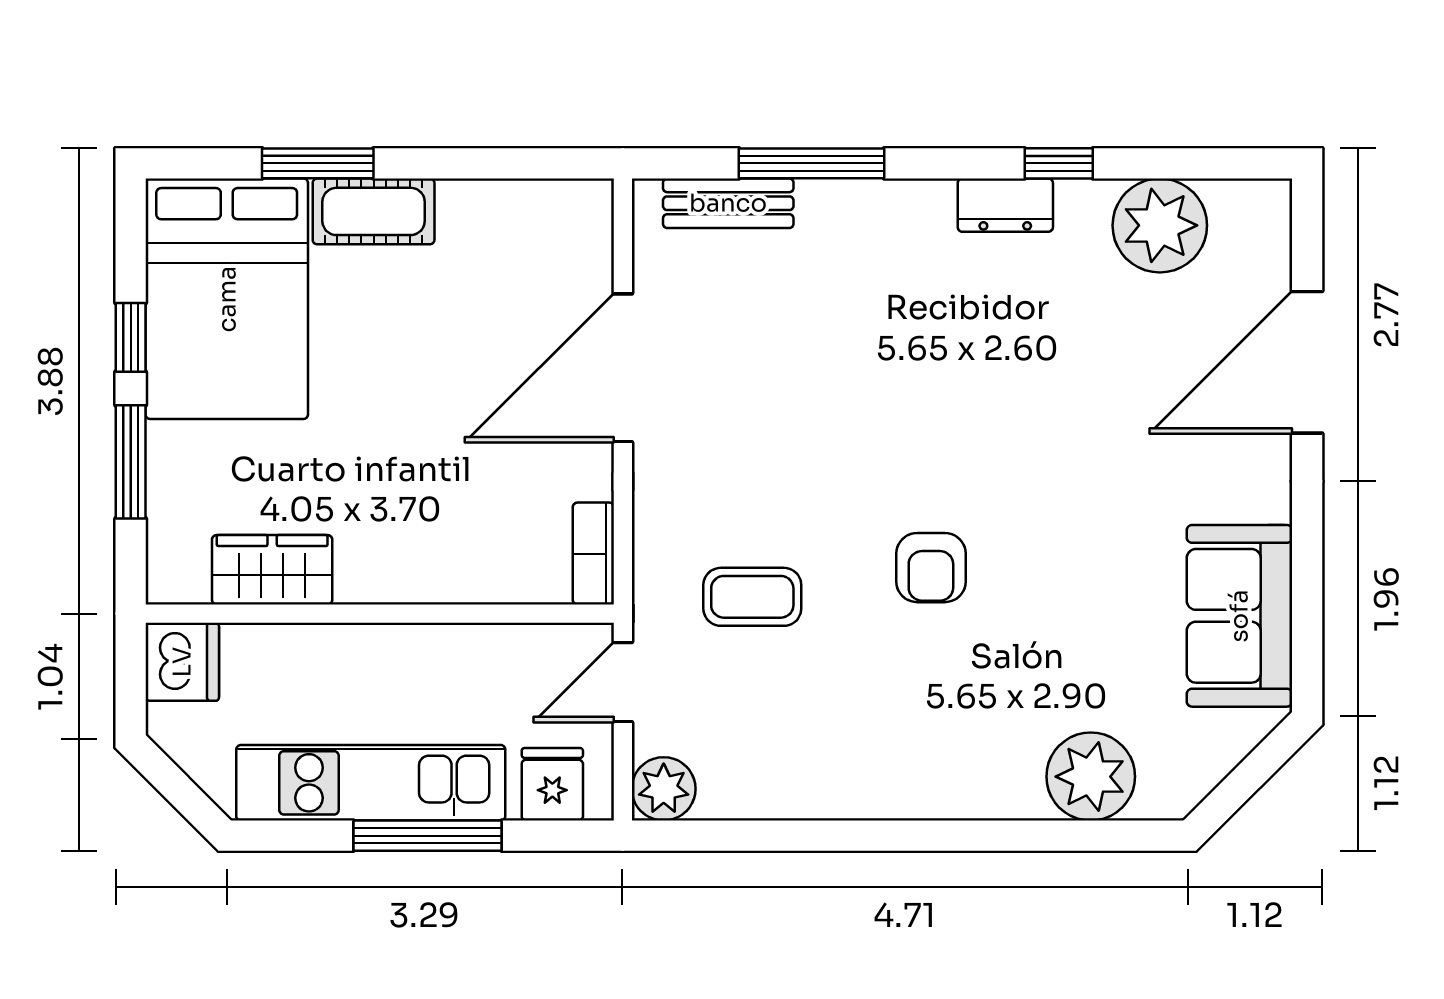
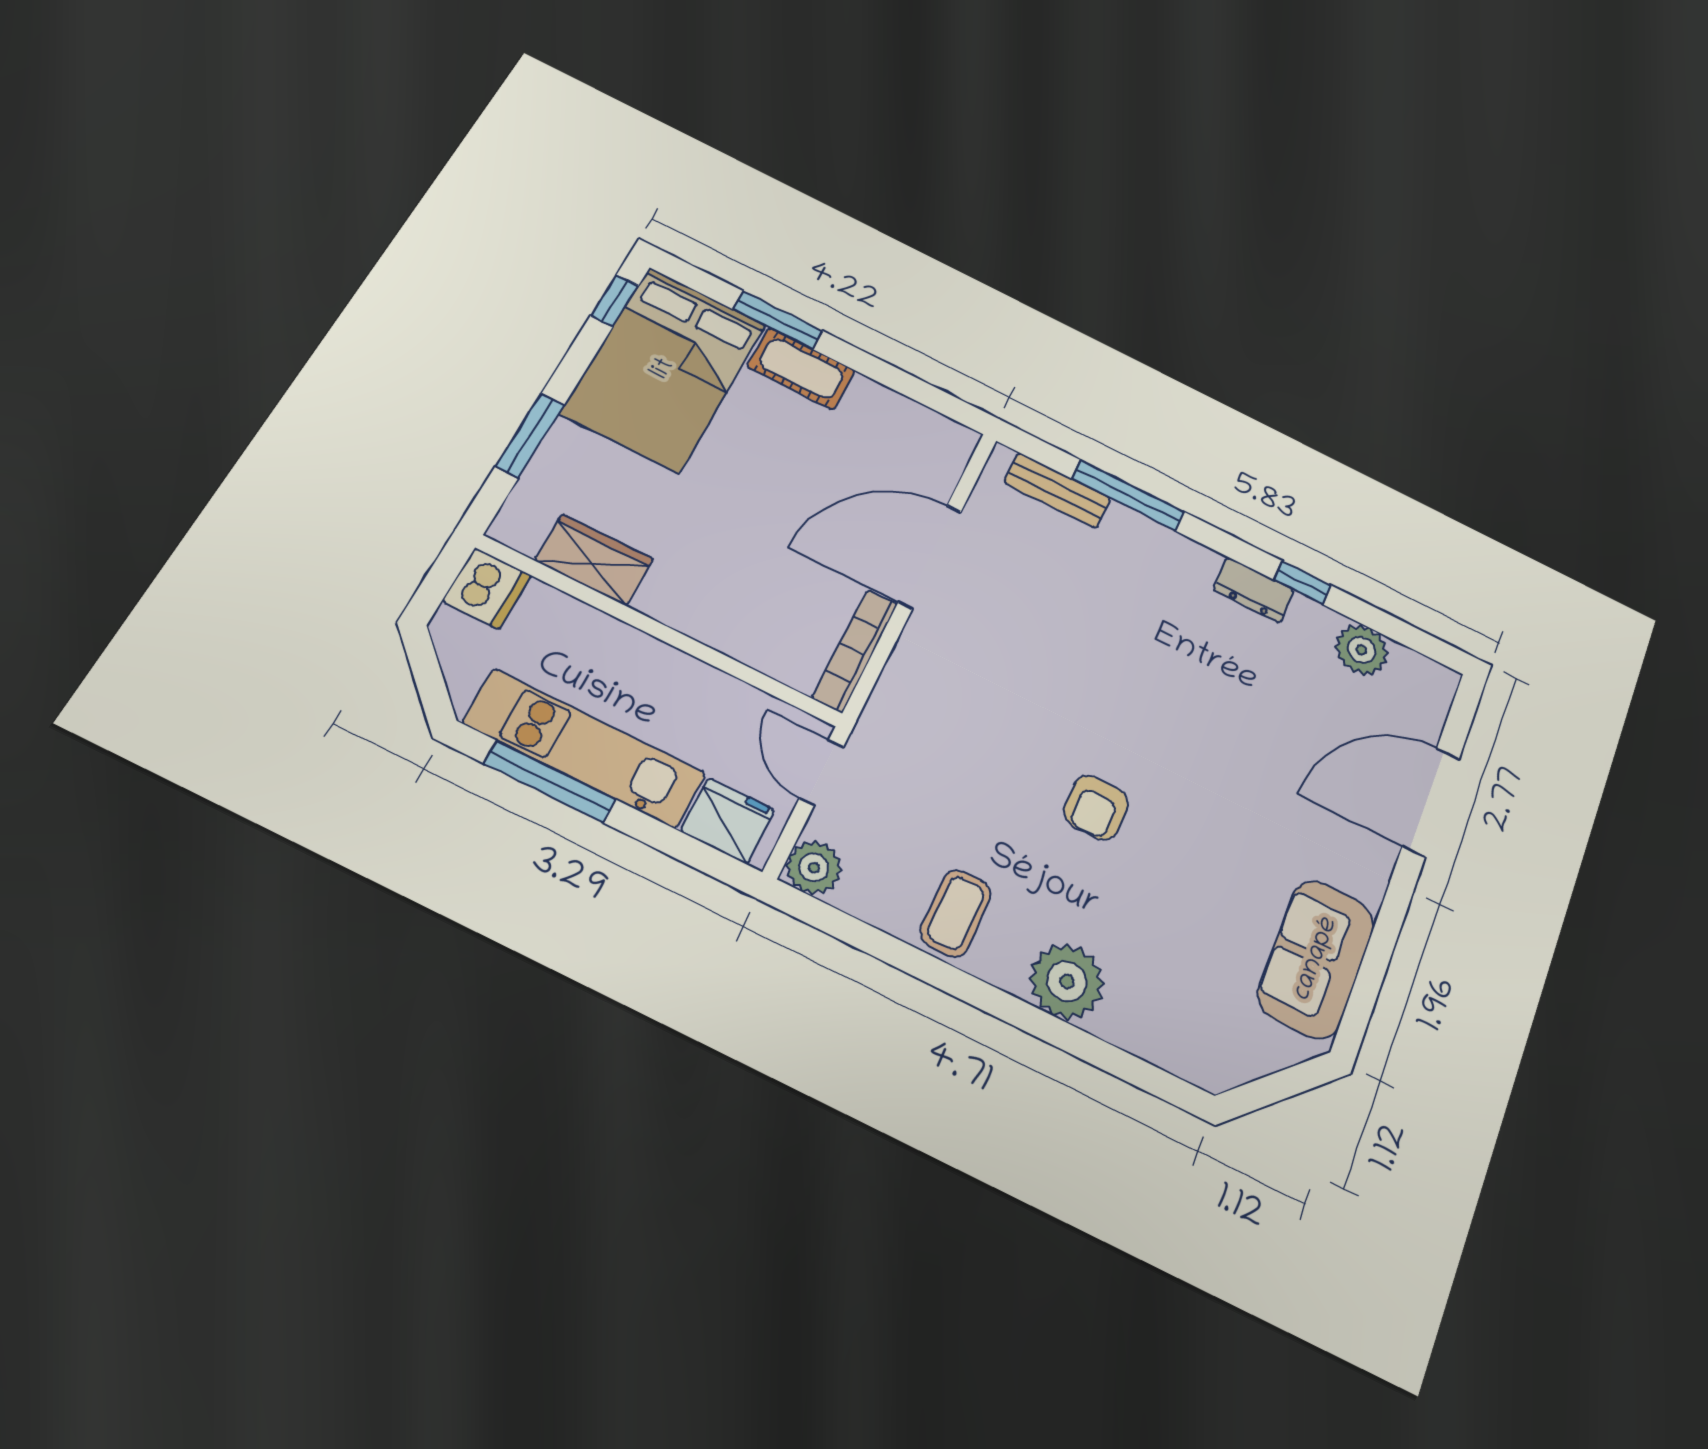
plant: (1160, 225) -> (1361, 650), width x0.73, depth x0.73
window: (131, 337) -> (615, 301), moved
bookcase: (593, 554) -> (855, 651), width x1.56
coffee table: (752, 597) -> (956, 913), moved, turned 90
door: (623, 682) -> (821, 773), hinge flipped
plant: (1091, 777) -> (1067, 981), moved
fridge: (552, 784) -> (728, 821), width x1.38
window: (427, 836) -> (550, 781), moved

